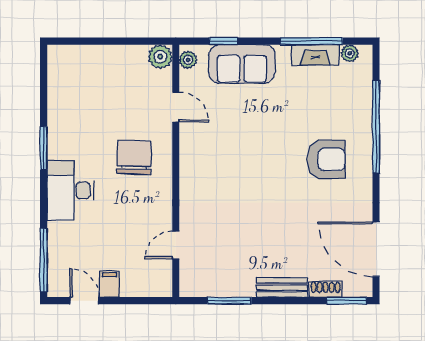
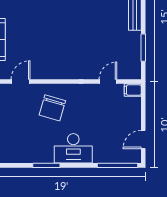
chair: (134, 157) -> (52, 108), turned -76
door: (176, 245) -> (108, 82), swing flipped
filing cabinet: (109, 284) -> (133, 90), moved

